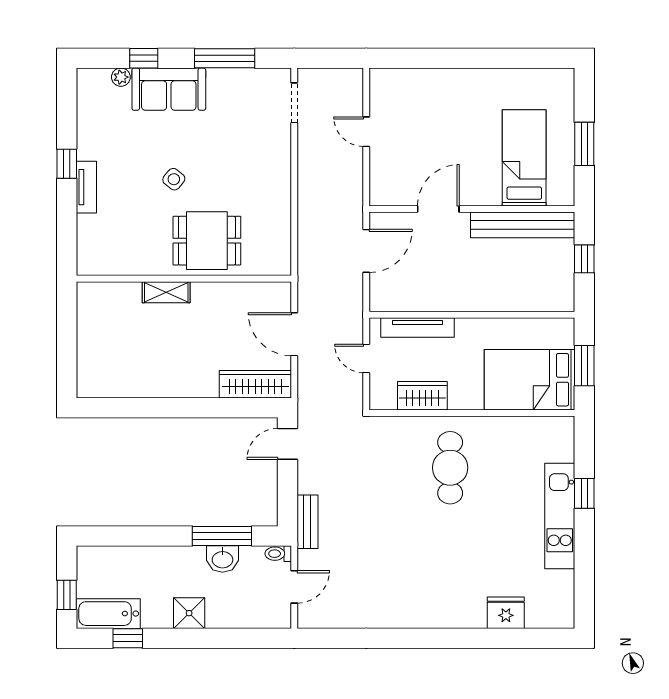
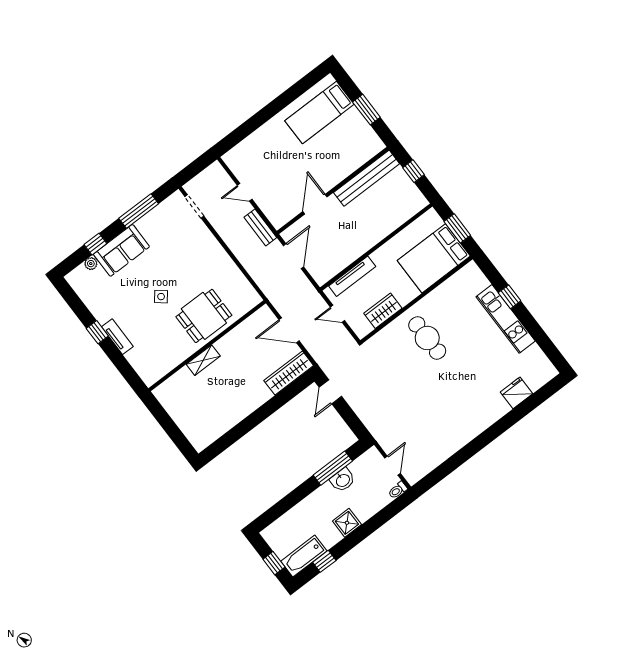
bed: (524, 158) -> (319, 112), moved, turned -90
bench: (307, 522) -> (260, 227), moved
toilet: (278, 554) -> (398, 490), moved

